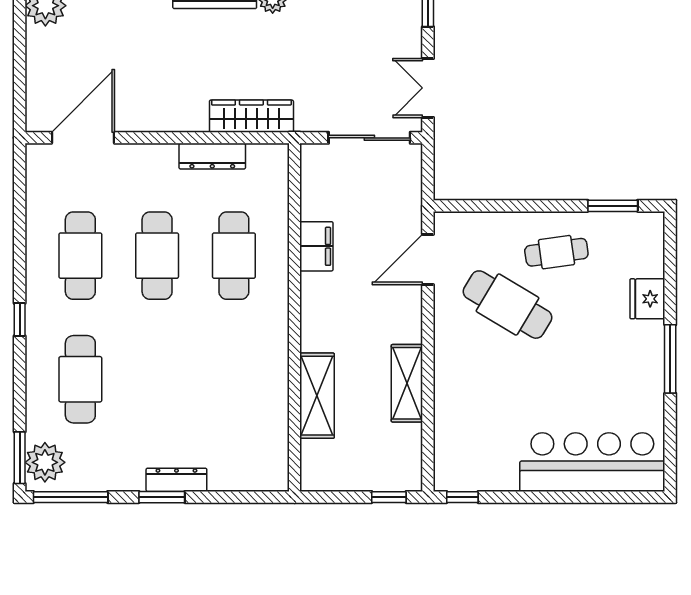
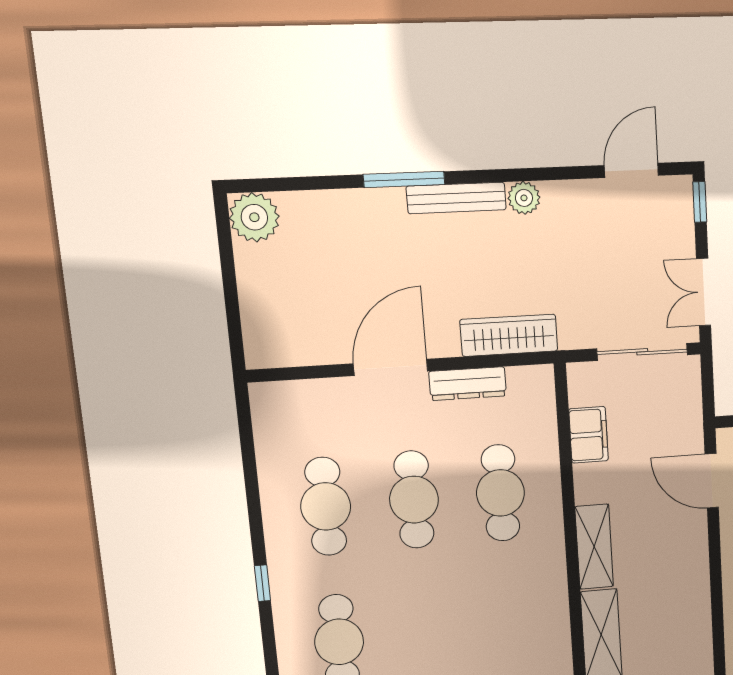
door: (83, 138) -> (391, 367), moved
filing cabinet: (316, 246) -> (589, 435), moved
door: (428, 260) -> (712, 481), hinge flipped
shelving: (407, 383) -> (594, 547), moved

